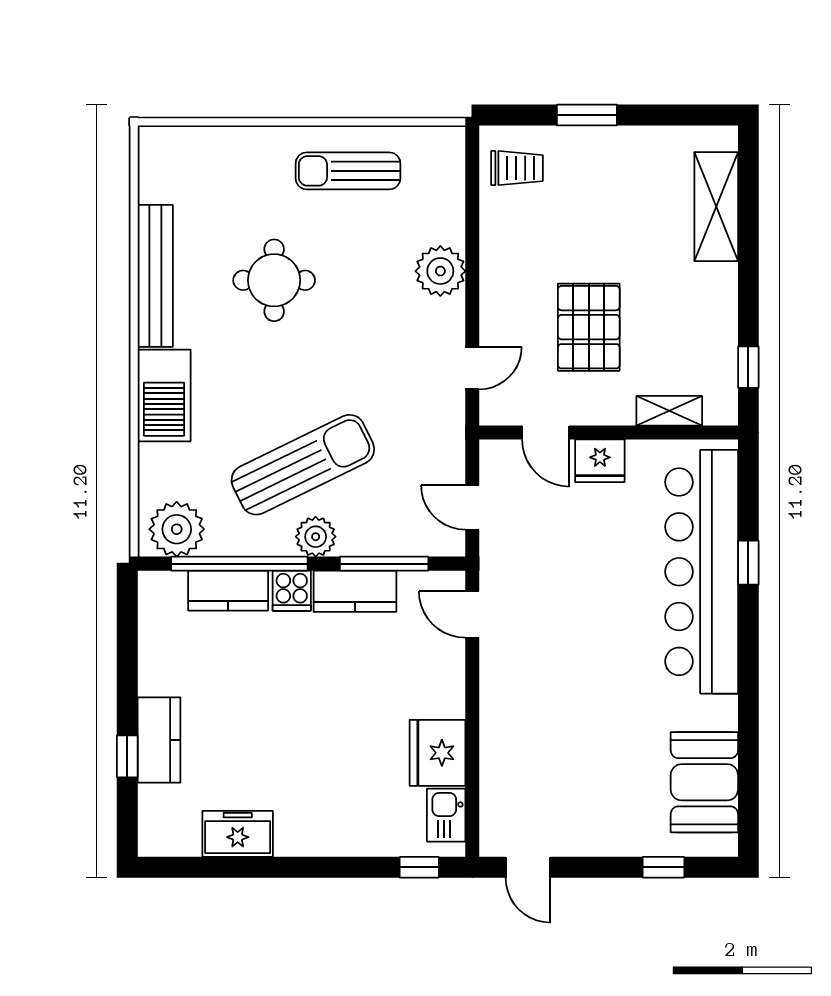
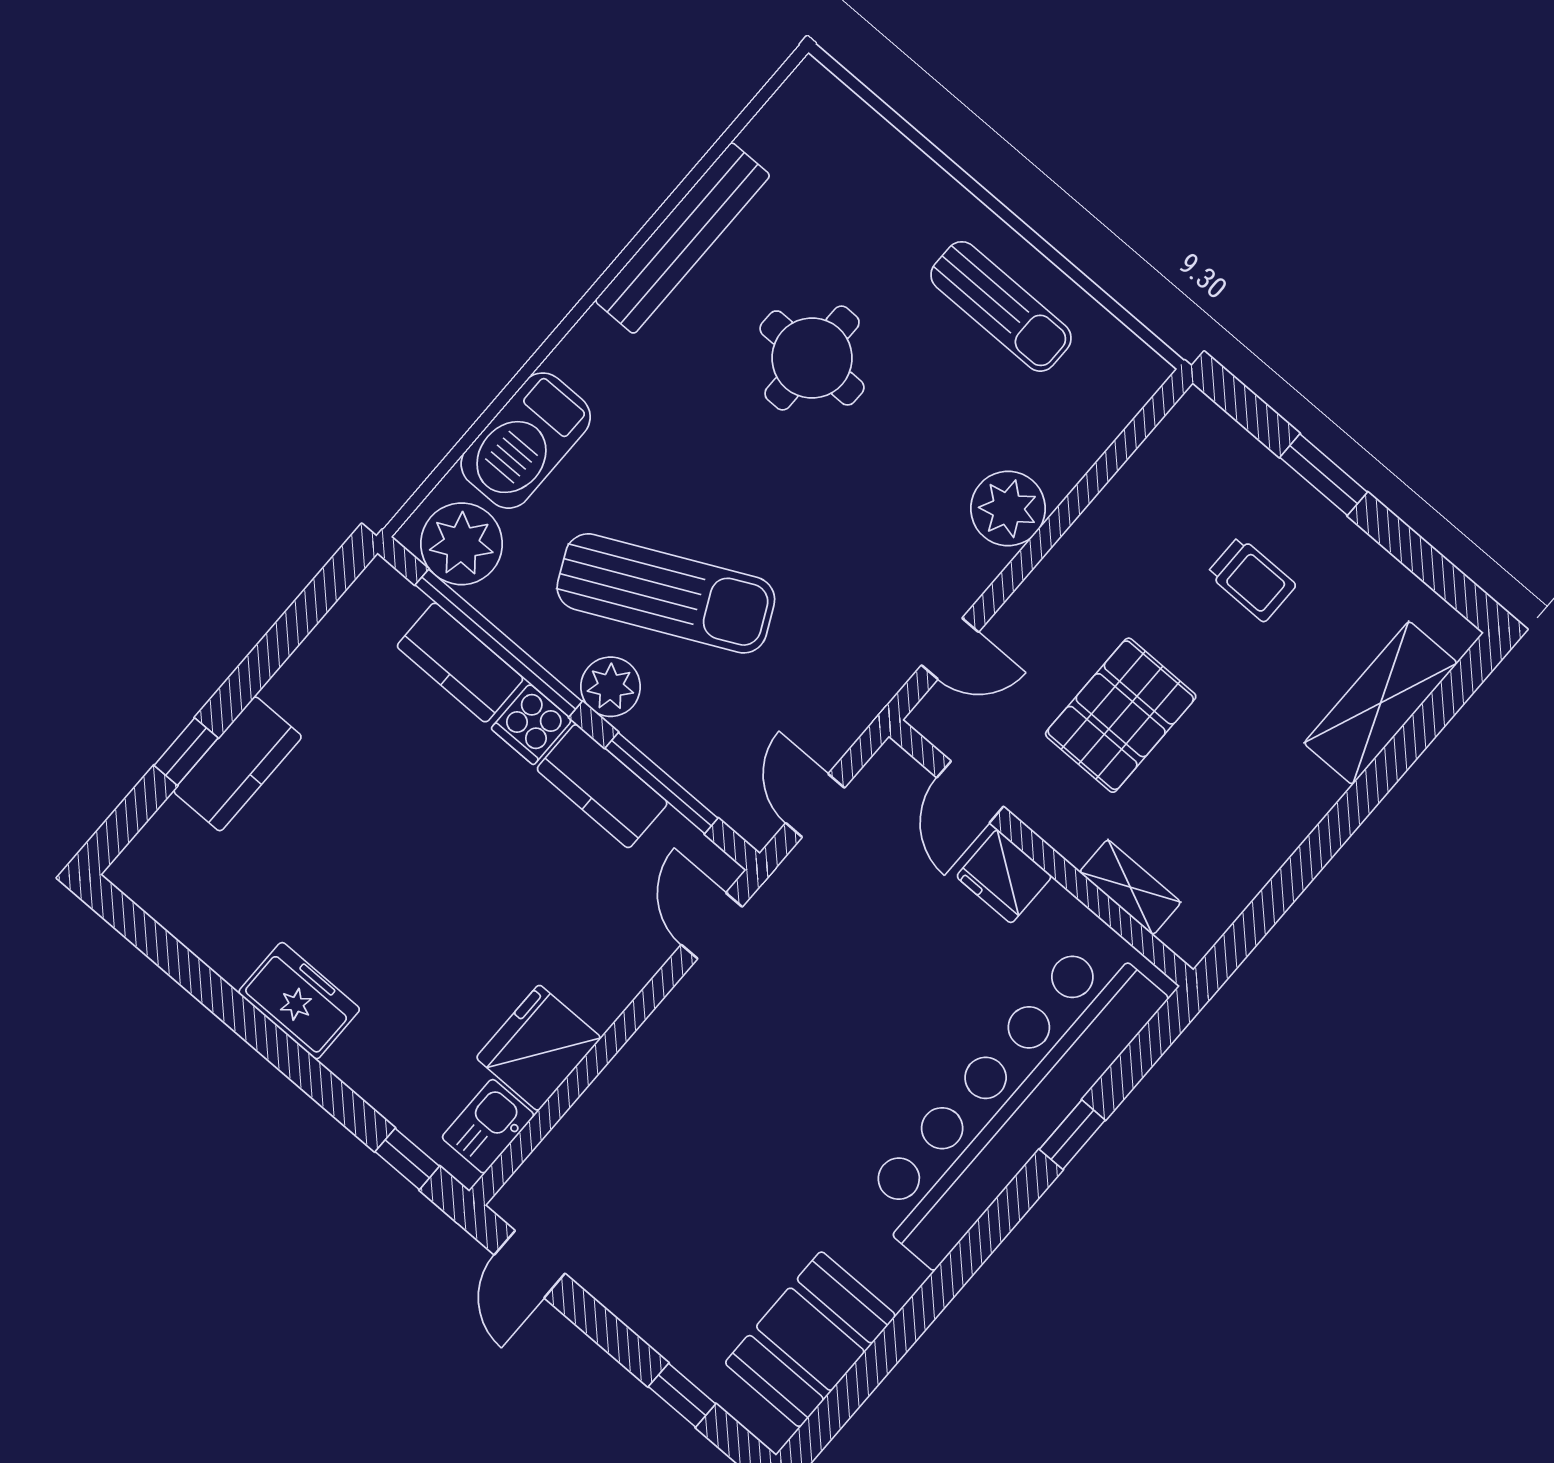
trolley: (517, 168) -> (1252, 579), moved
sun lounger: (348, 171) -> (1001, 306), turned 180
window: (748, 367) -> (1262, 915), removed
barbecue: (164, 395) -> (526, 441), moved
freezer: (238, 834) -> (299, 1001), moved

